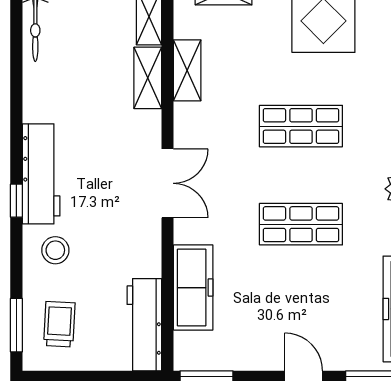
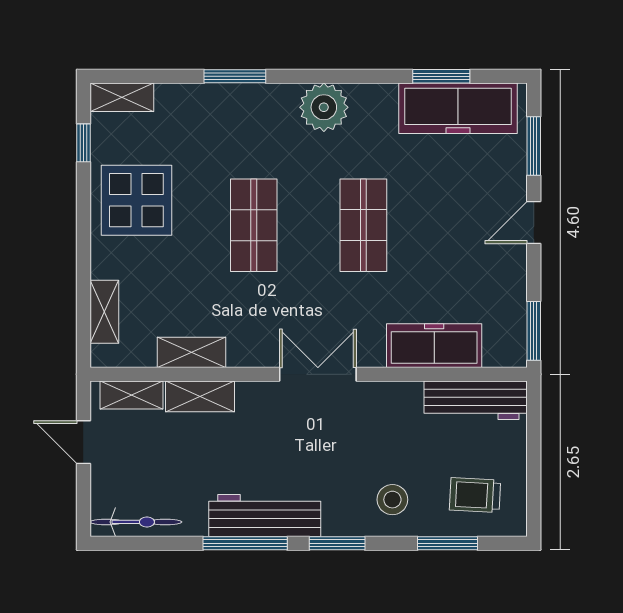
window: (16, 118) -> (245, 543), added
workbench: (41, 174) -> (265, 516), moved
window: (16, 201) -> (337, 543), width x1.50
window: (16, 325) -> (447, 543), moved

